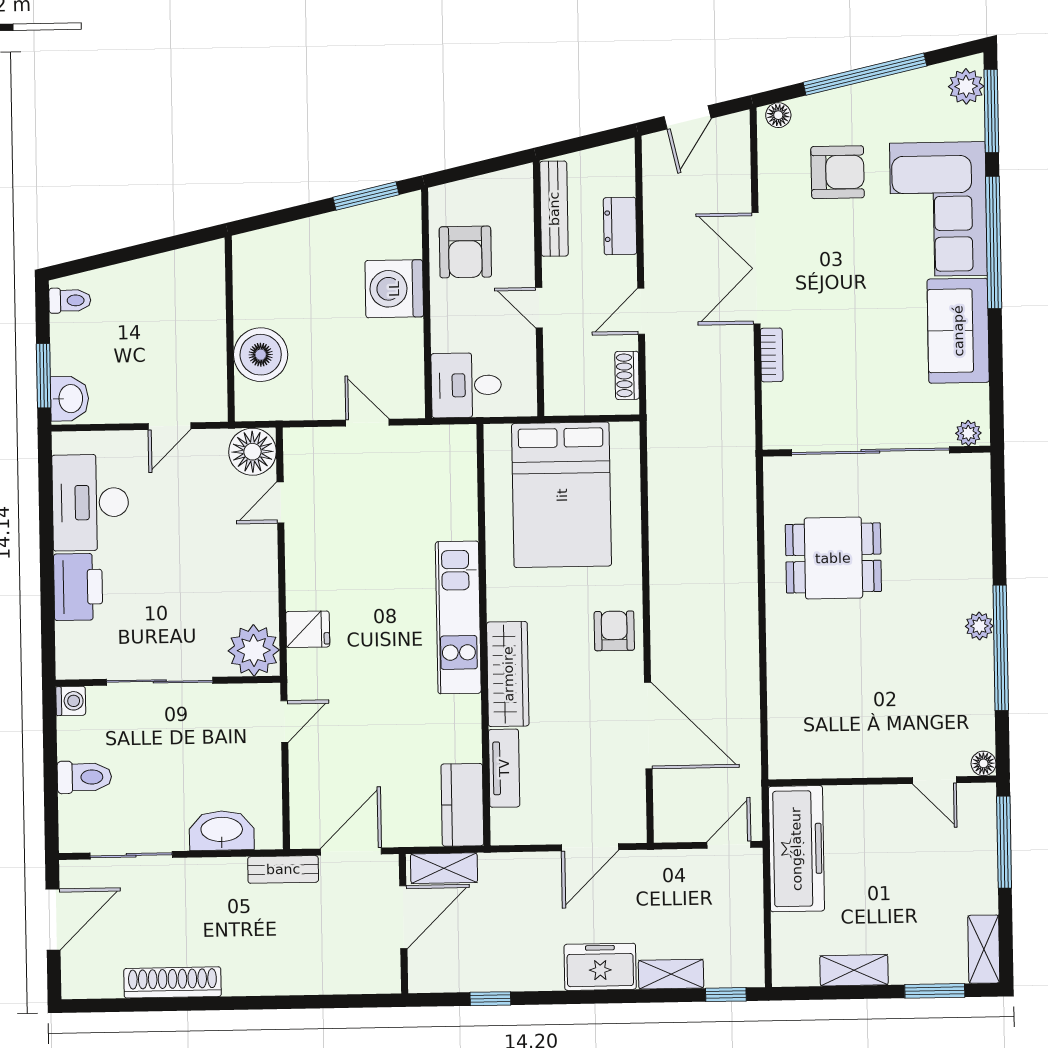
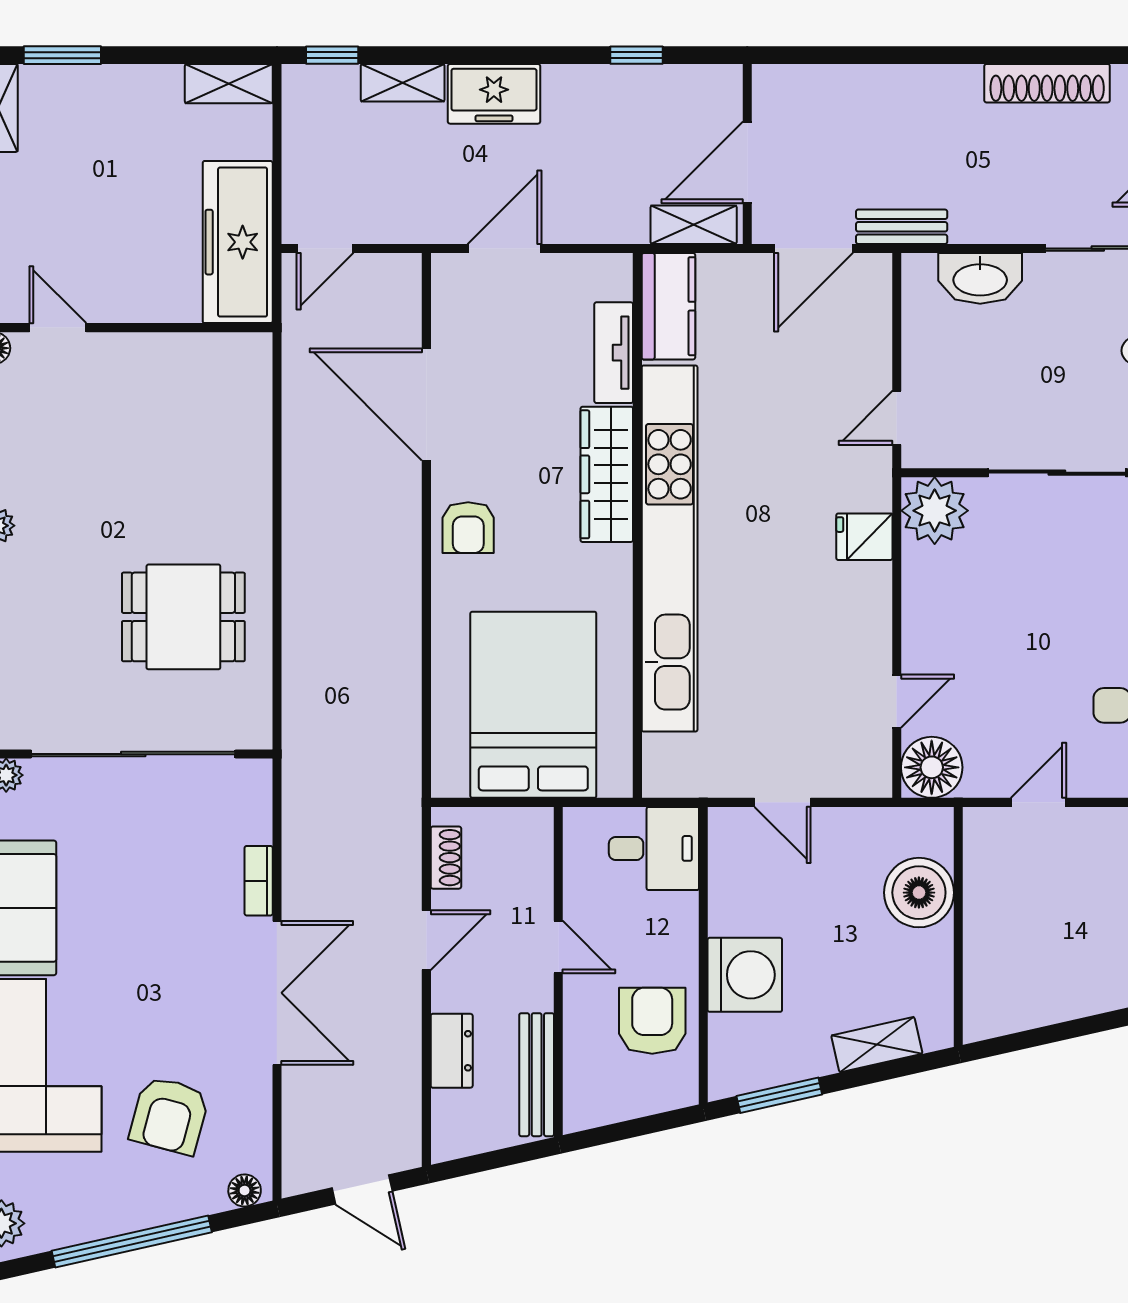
door: (687, 117) -> (362, 1189), swing flipped
armchair: (838, 172) -> (169, 1115), turned -75
shelving: (291, 236) -> (877, 1045), added
kitchen unit: (458, 617) -> (670, 549), width x1.86
shelving: (854, 970) -> (229, 84), moved

